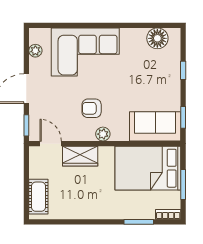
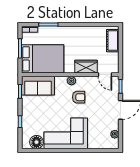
corner sofa: (85, 52) -> (66, 133), moved

